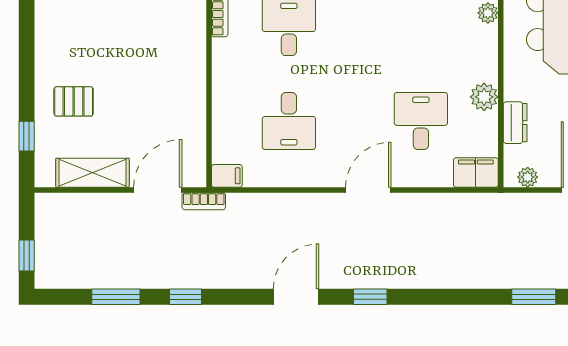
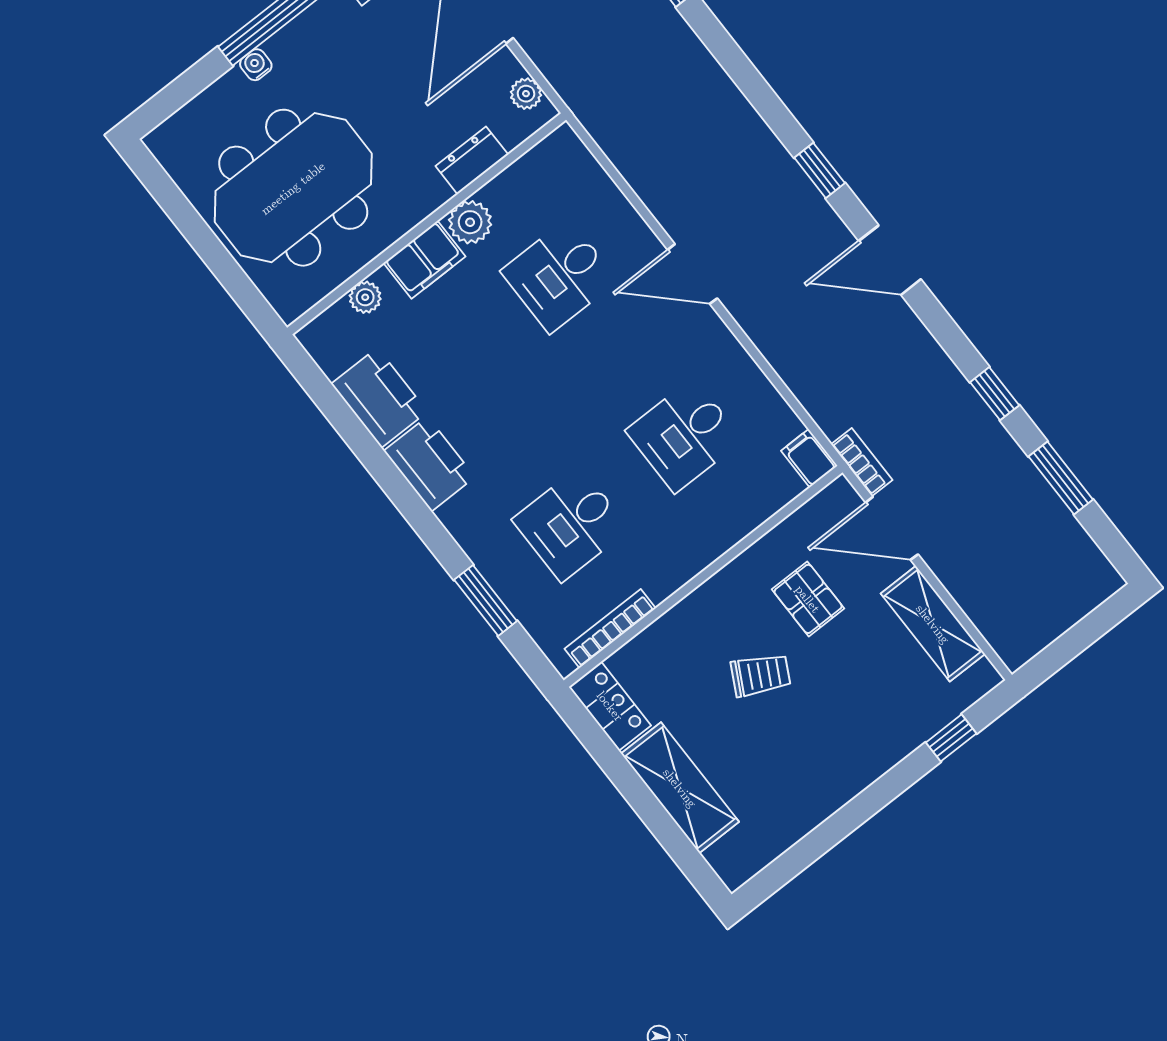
trolley: (135, 64) -> (761, 675), added
pallet: (74, 101) -> (808, 599), moved
desk: (289, 121) -> (684, 435), turned 180
filing cabinet: (476, 172) -> (424, 260), moved, turned -90
window: (27, 255) -> (1095, 625), removed

